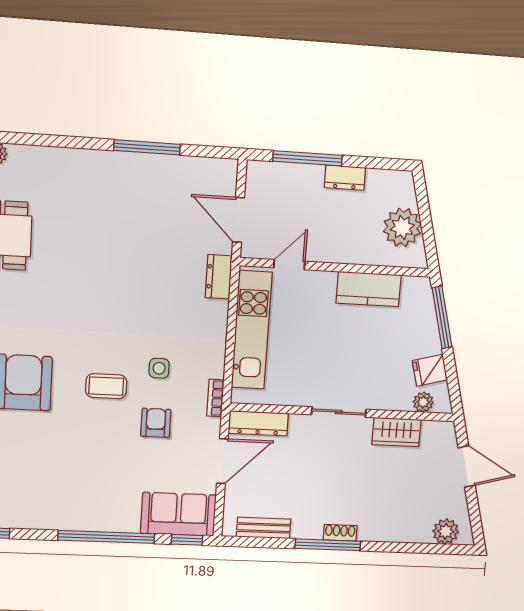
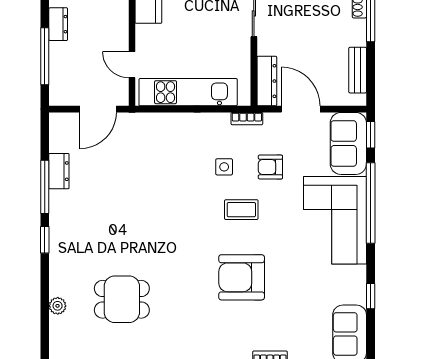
window: (81, 143) -> (45, 240), added
dresser: (219, 277) -> (59, 171), moved, turned -90
coffee table: (106, 386) -> (241, 210), turned 90
corner sofa: (88, 495) -> (335, 220), added

